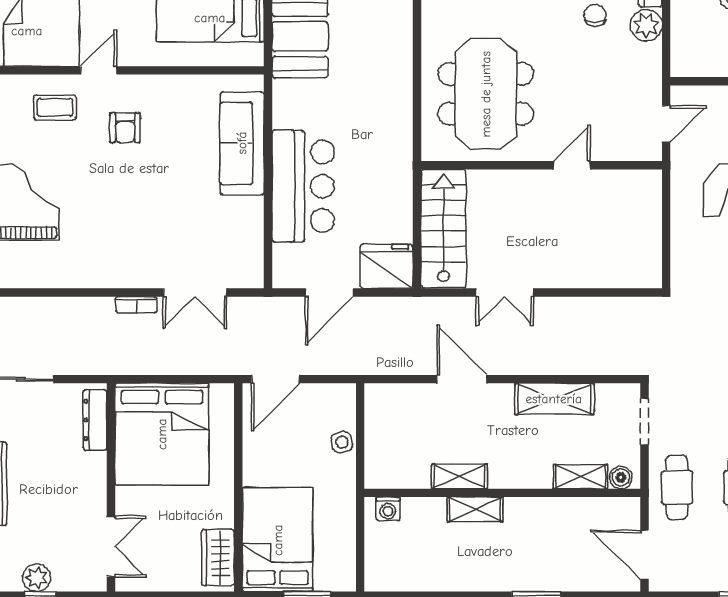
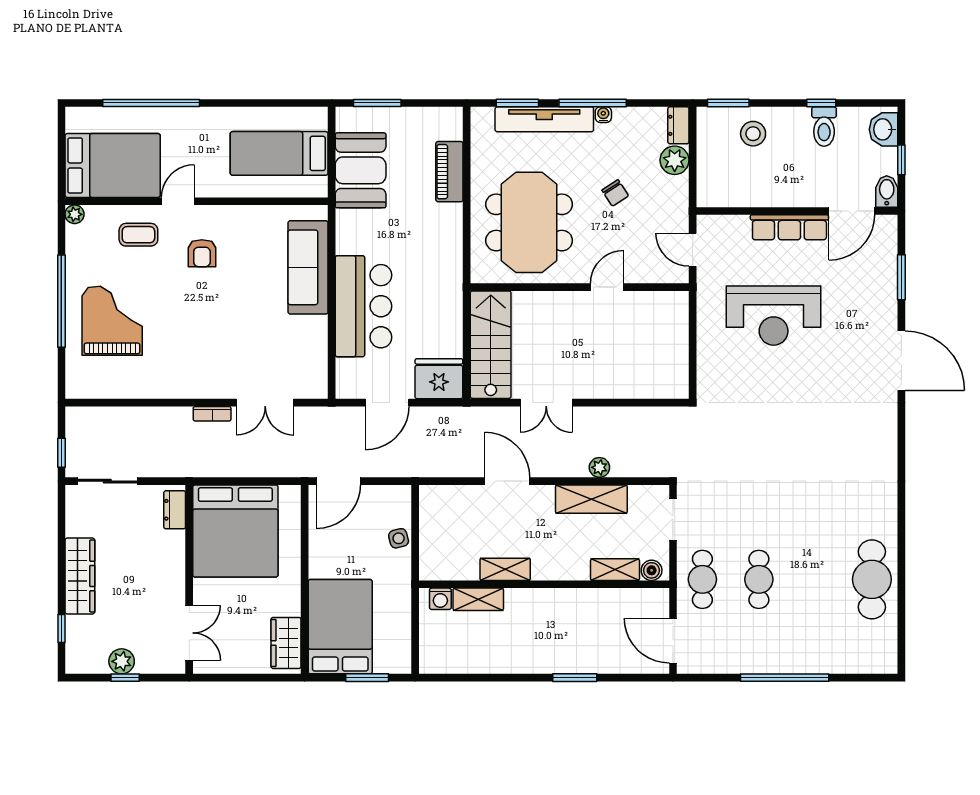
chair: (595, 15) -> (615, 193), moved, turned 147
piano: (398, 38) -> (449, 172), added
door: (666, 124) -> (693, 250), swing flipped
plant: (563, 364) -> (599, 467), added
dresser: (95, 420) -> (175, 510), width x0.70
shelving: (475, 509) -> (478, 599), moved

